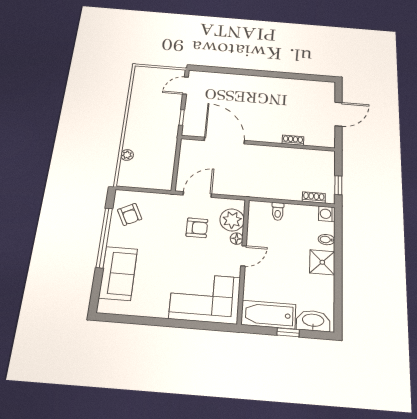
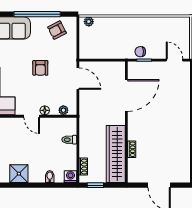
chair: (171, 121) -> (140, 52), added
plant: (127, 155) -> (89, 22), moved
wardrobe: (298, 158) -> (116, 154), added
plant: (232, 220) -> (63, 110), width x0.53, depth x0.53
armchair: (197, 228) -> (40, 68), moved
shower: (322, 262) -> (19, 174), moved

